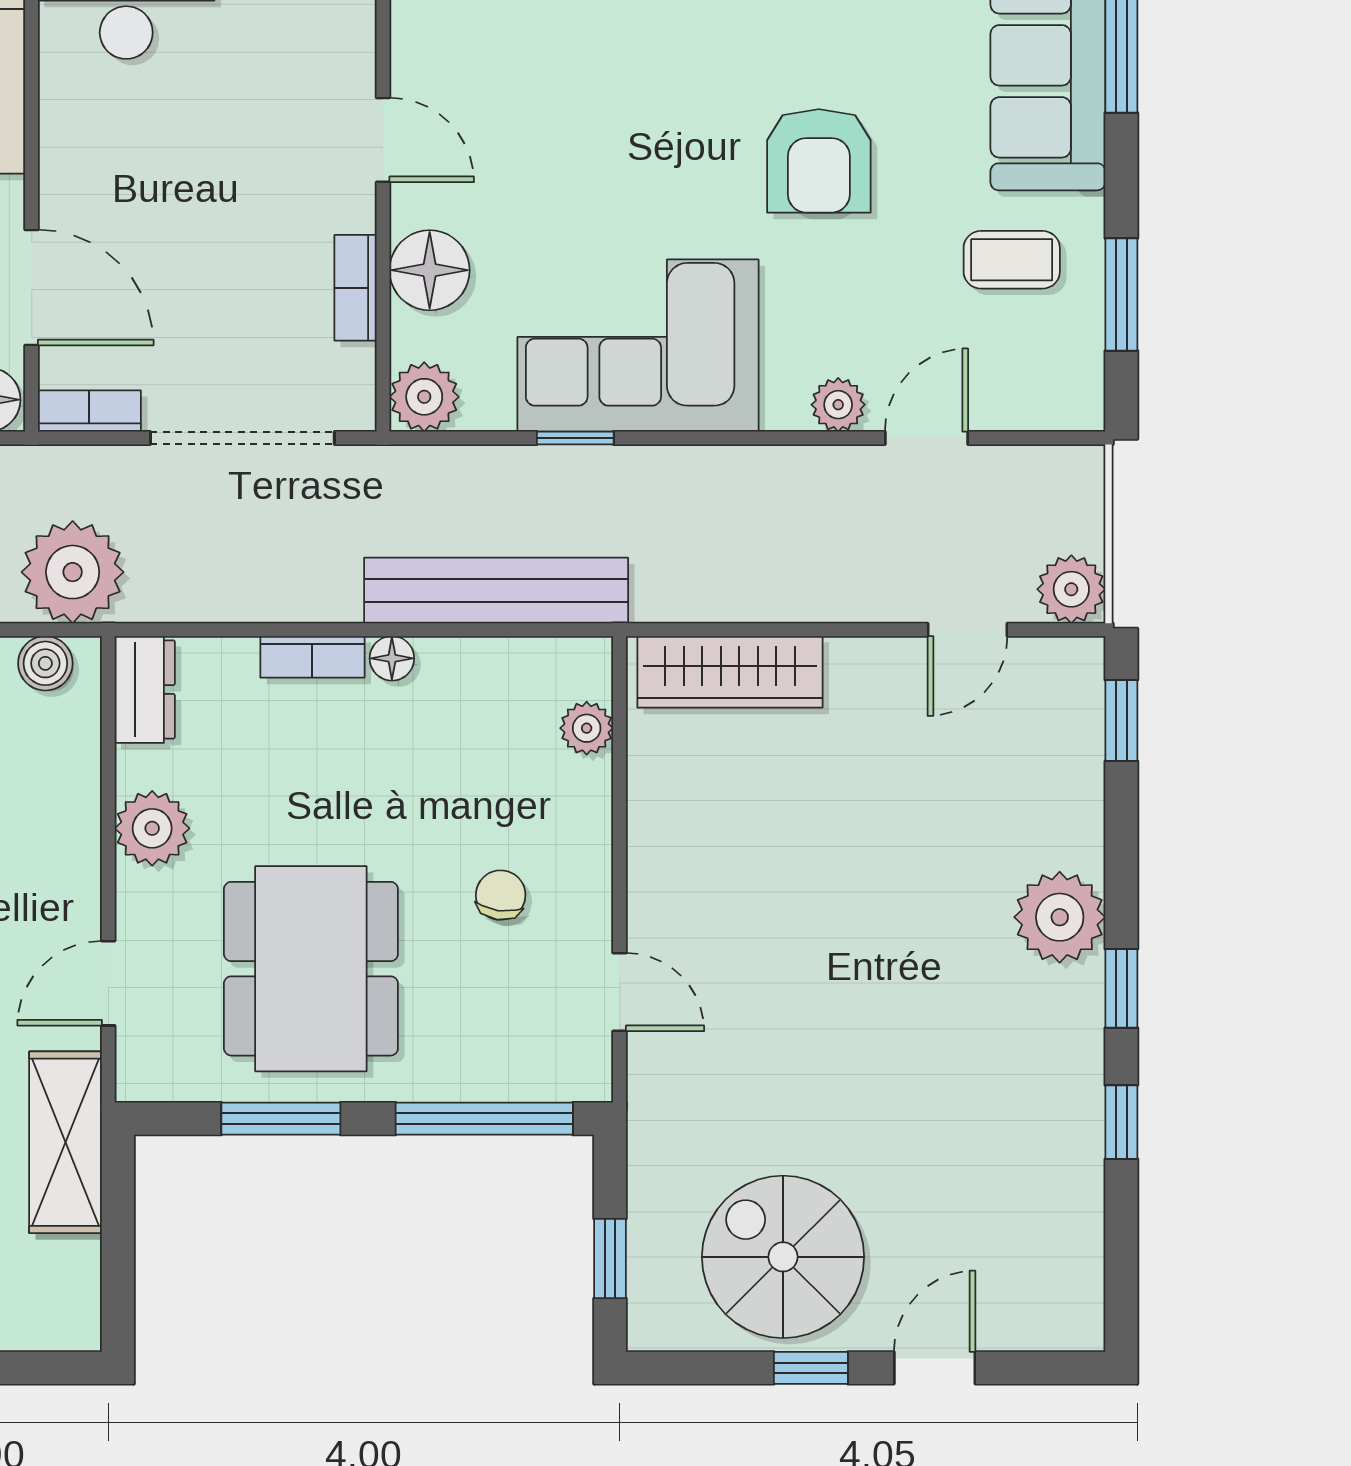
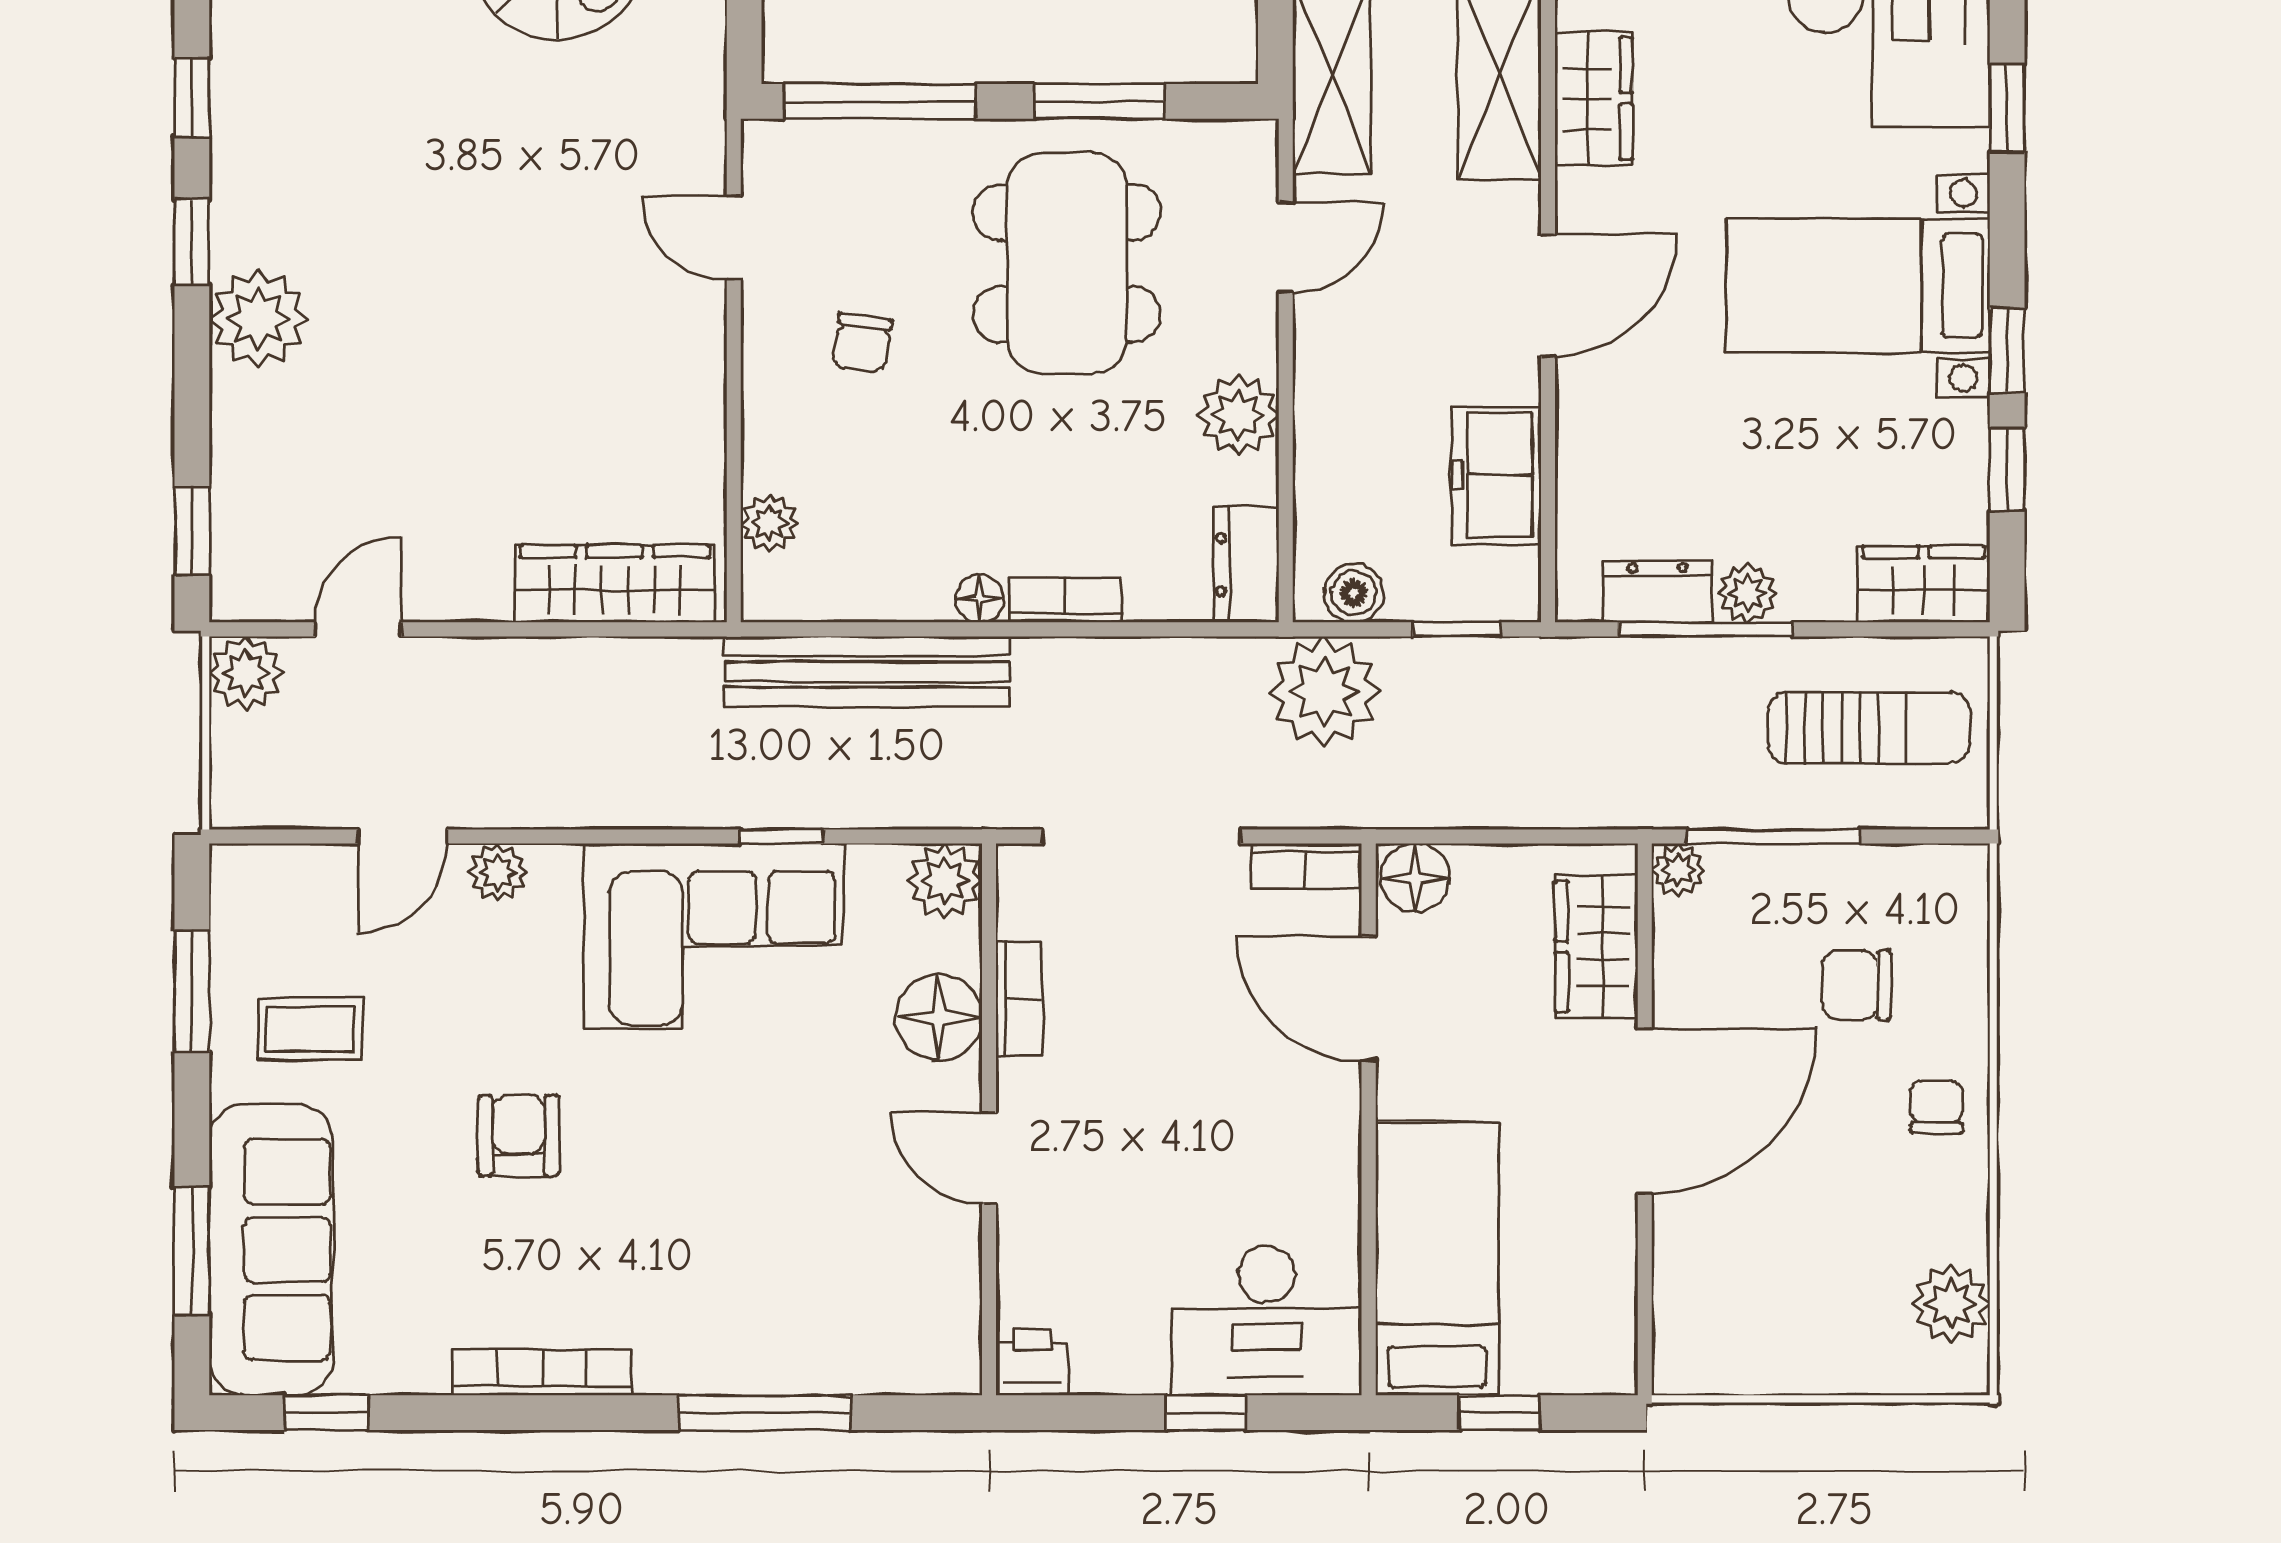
armchair: (819, 161) -> (518, 1136), width x0.72, depth x0.72

